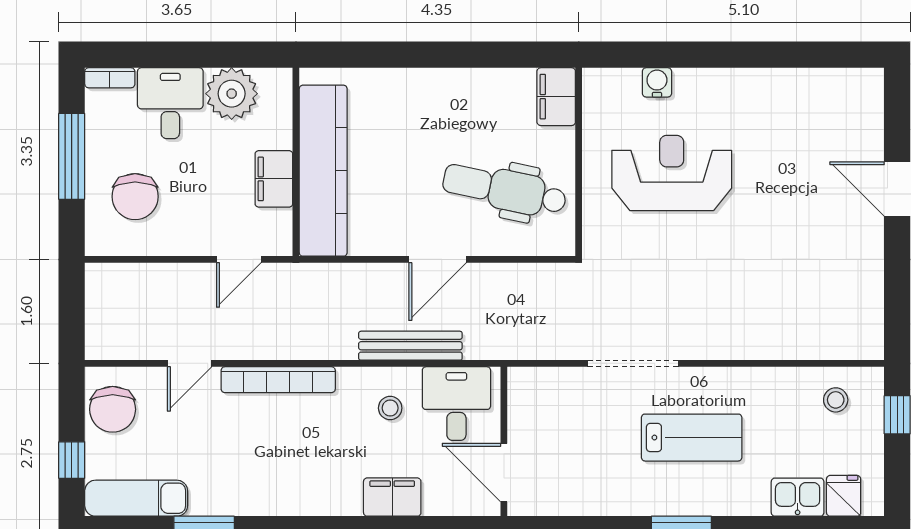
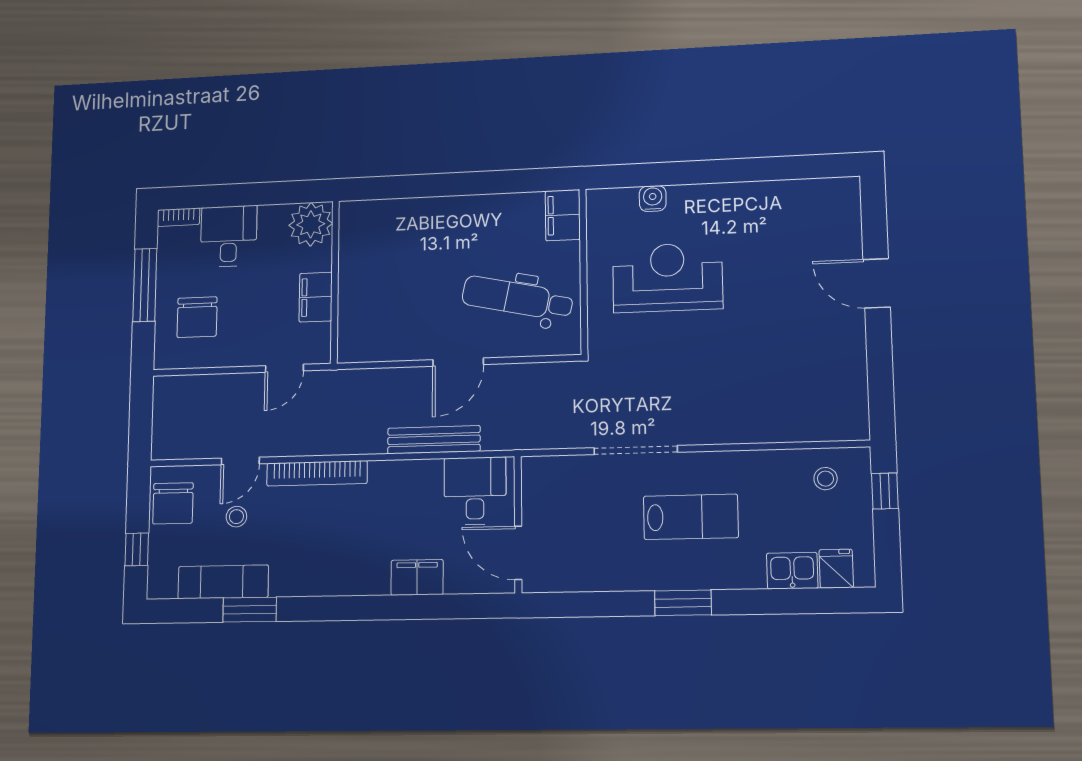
plant: (232, 94) -> (311, 224), moved
kitchen counter: (323, 171) -> (358, 288), removed
stool: (390, 408) -> (236, 517), moved
exam couch: (136, 498) -> (223, 582), moved

